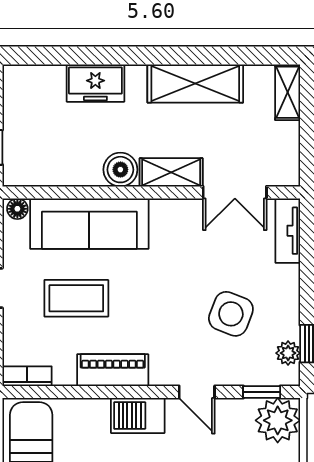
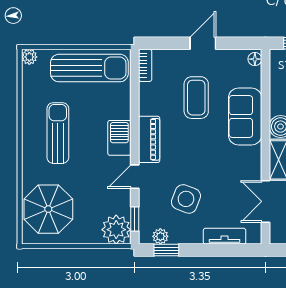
sofa: (89, 224) -> (245, 116), width x0.73
tv unit: (288, 231) -> (225, 236), moved
piano: (113, 370) -> (149, 139), moved

